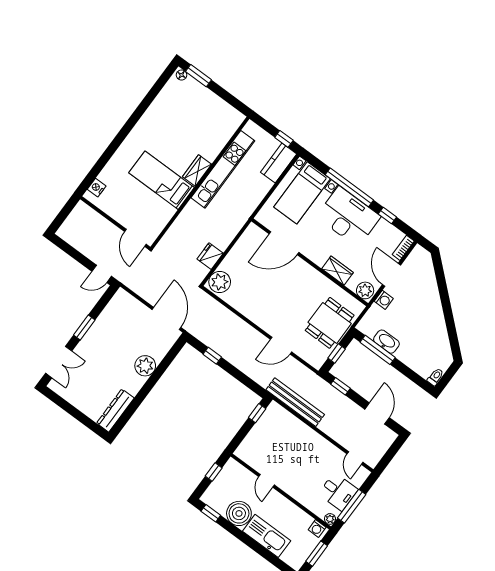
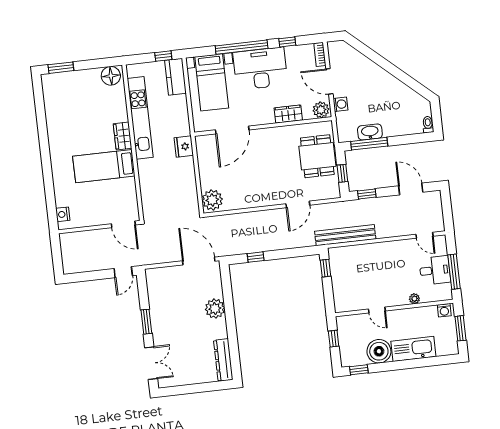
floor lamp: (182, 75) -> (111, 76), moved, width x1.89, depth x1.89
fridge: (210, 256) -> (184, 147), moved
plant: (330, 519) -> (414, 299), moved

